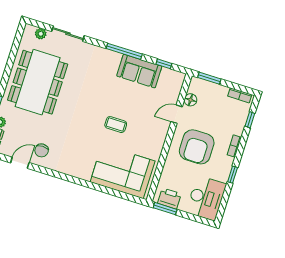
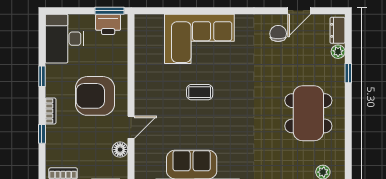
dining table: (38, 82) -> (308, 113), width x0.73, depth x0.80
window: (250, 120) -> (42, 134), moved
armchair: (197, 147) -> (95, 96), turned -90
corner sofa: (123, 172) -> (199, 39), moved

